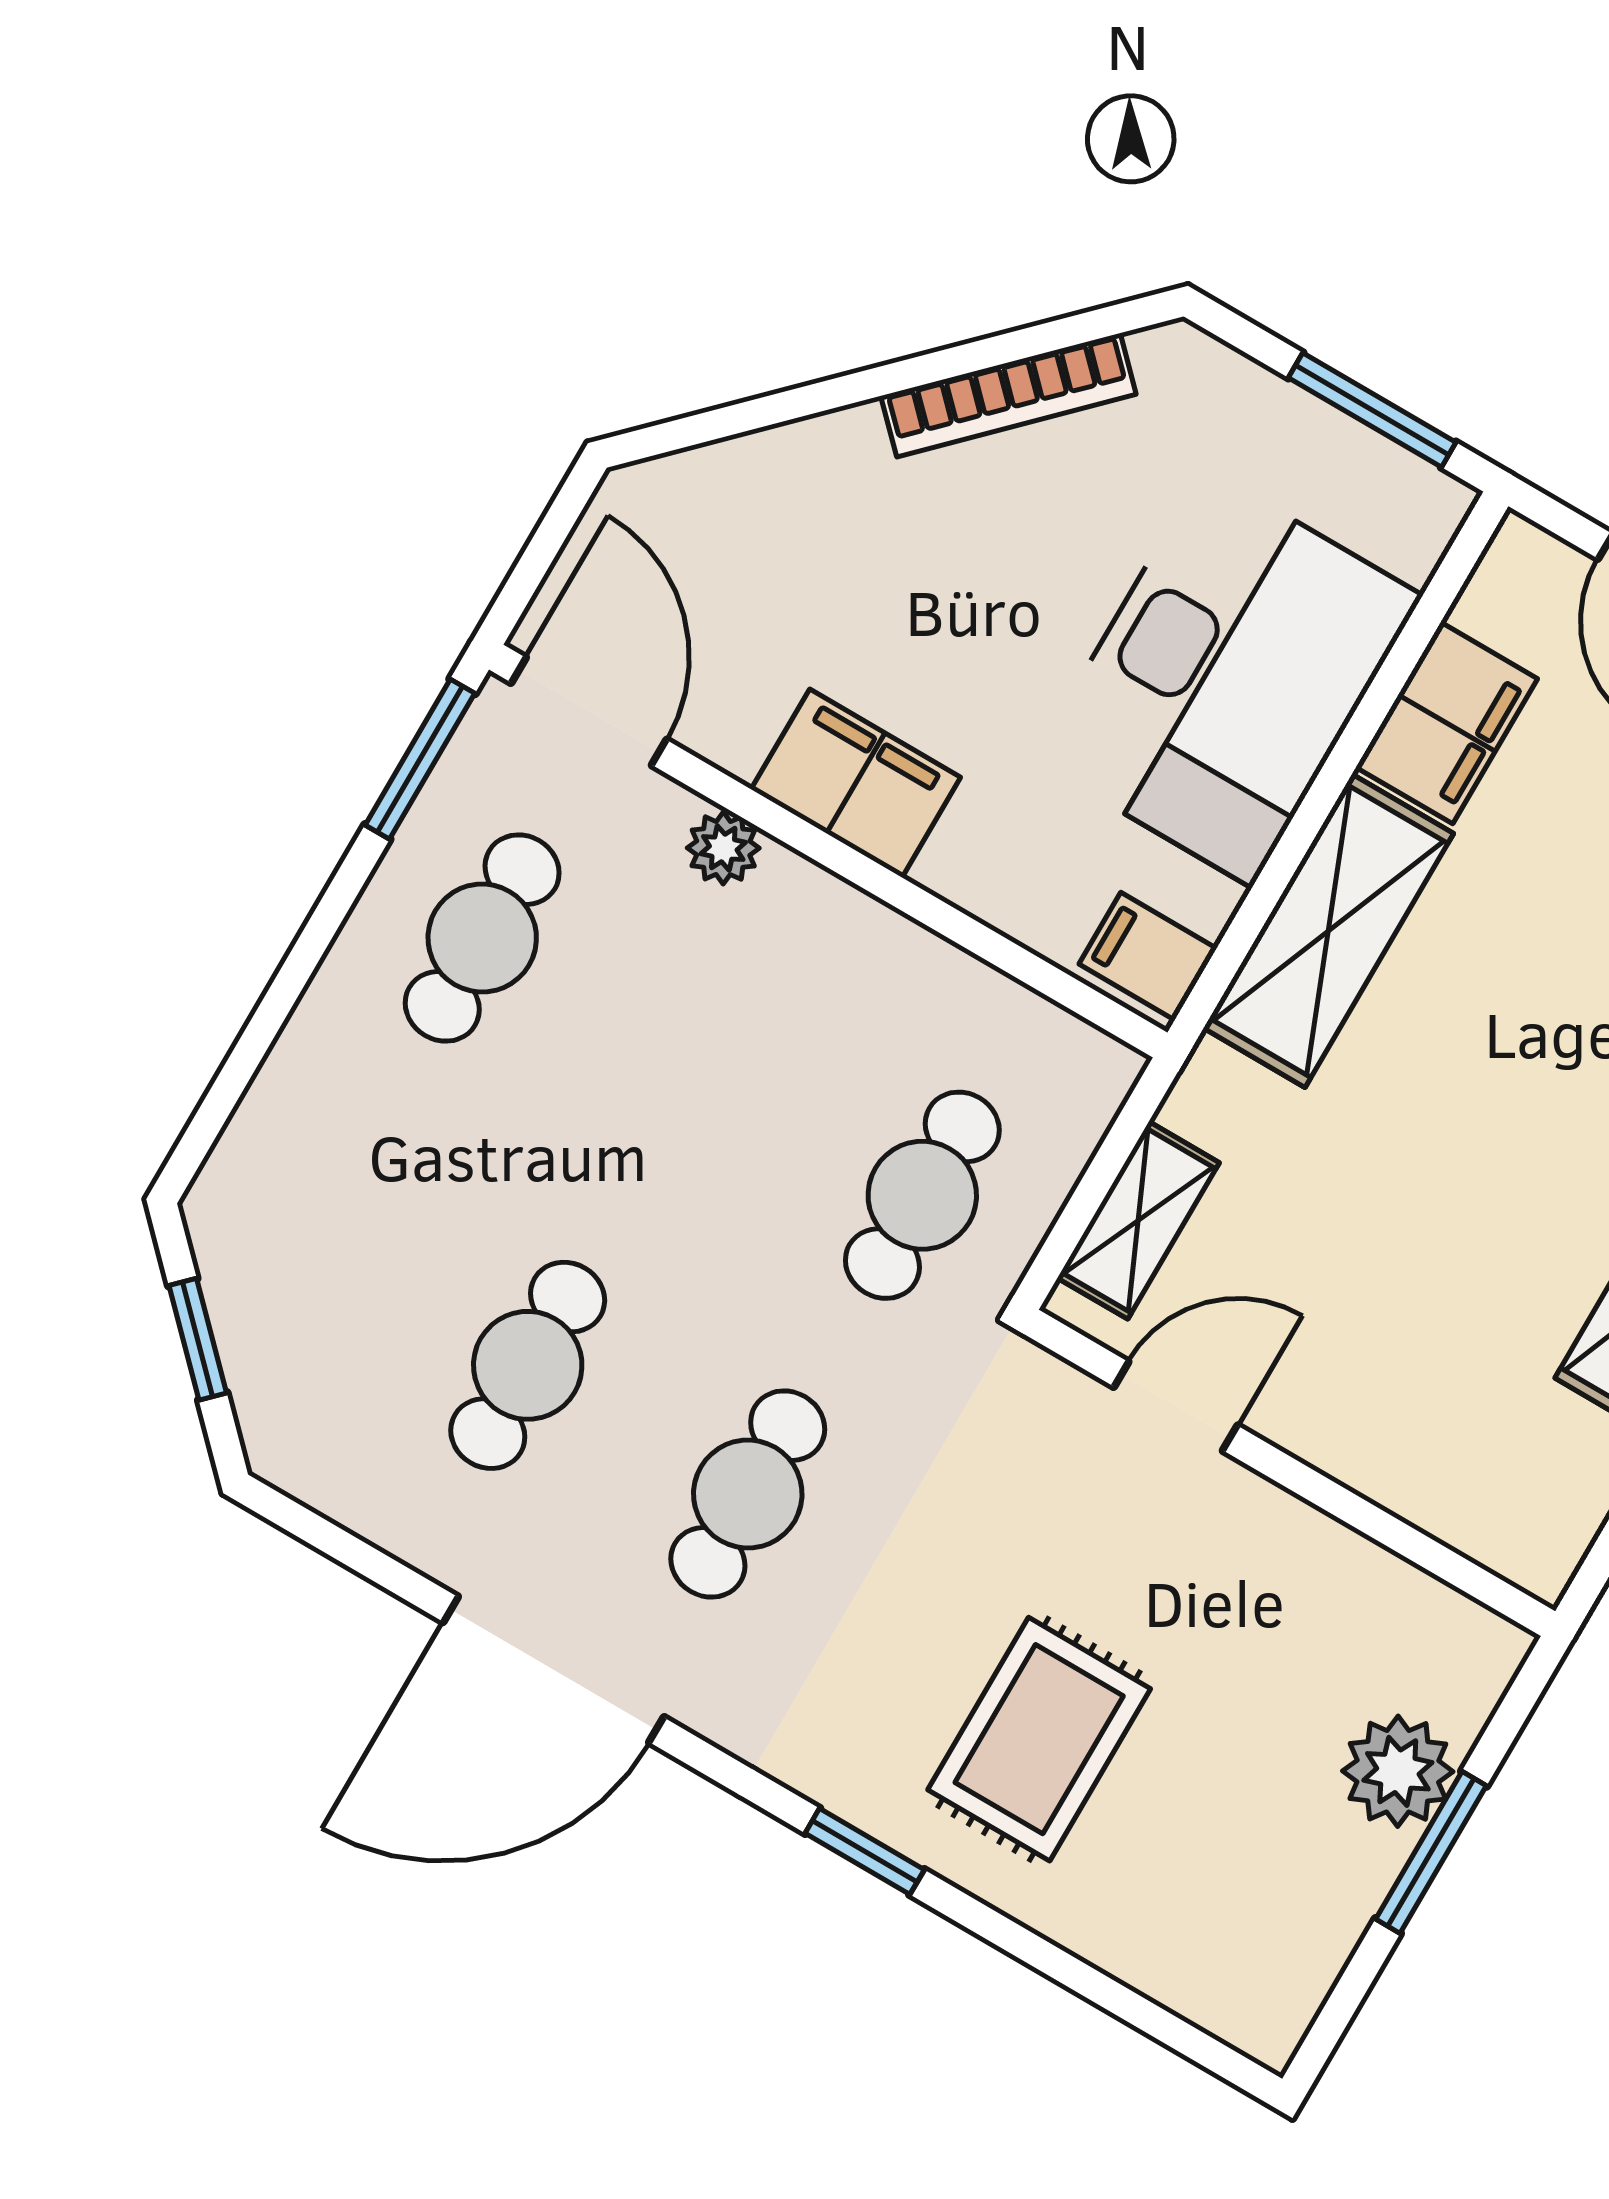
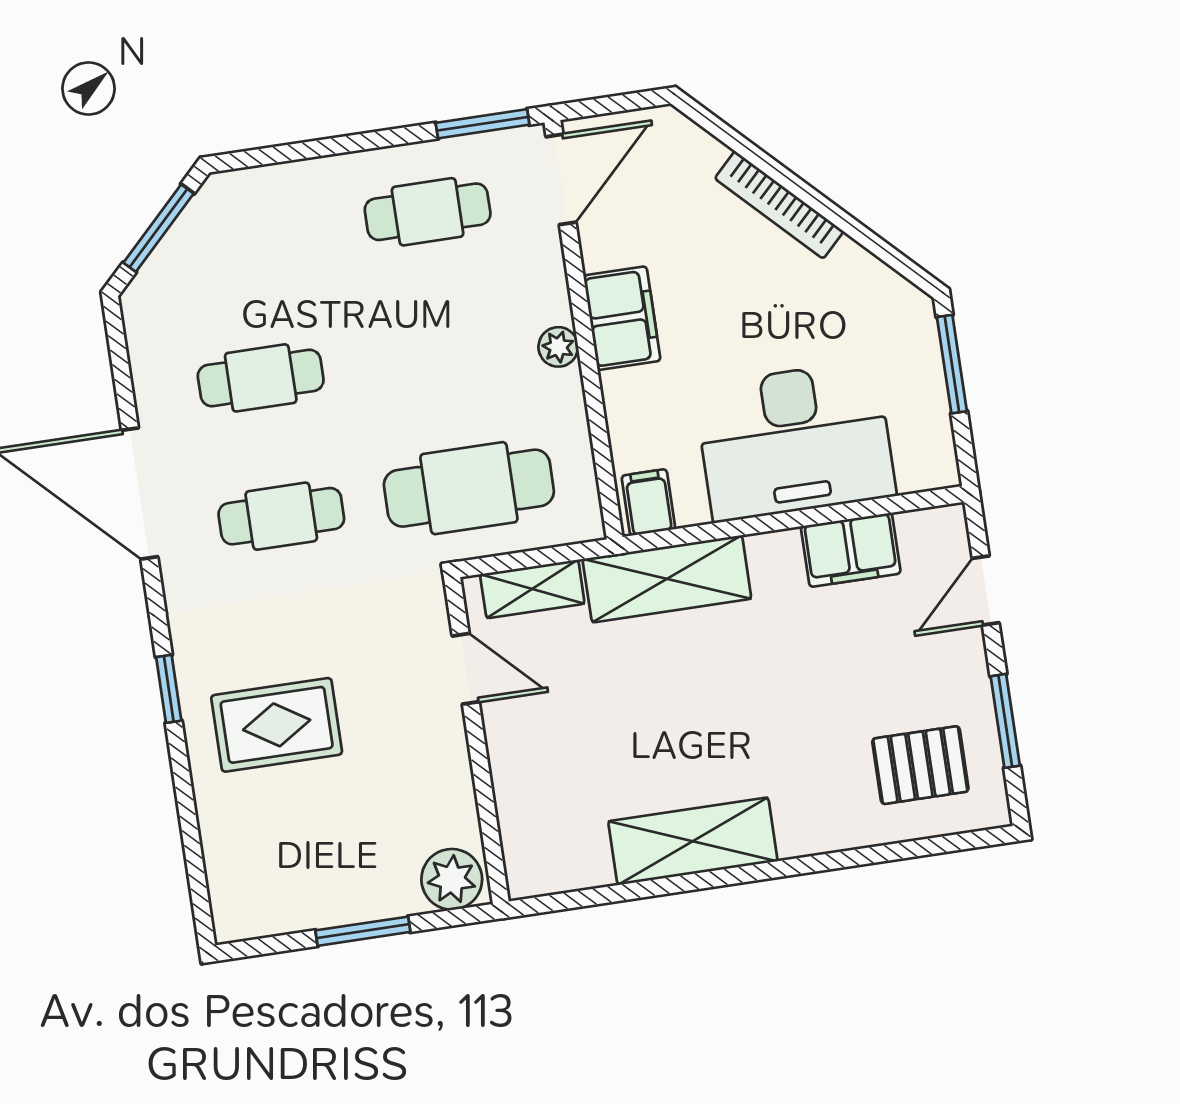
bookcase: (1008, 395) -> (779, 205), moved
window: (1372, 410) -> (952, 364), moved
plant: (723, 848) -> (558, 347), moved
shelving: (1328, 931) -> (667, 579), moved
cafe table: (922, 1195) -> (469, 488), width x1.37, depth x1.35
window: (198, 1339) -> (158, 228), width x1.50
plant: (1398, 1771) -> (452, 879), moved

